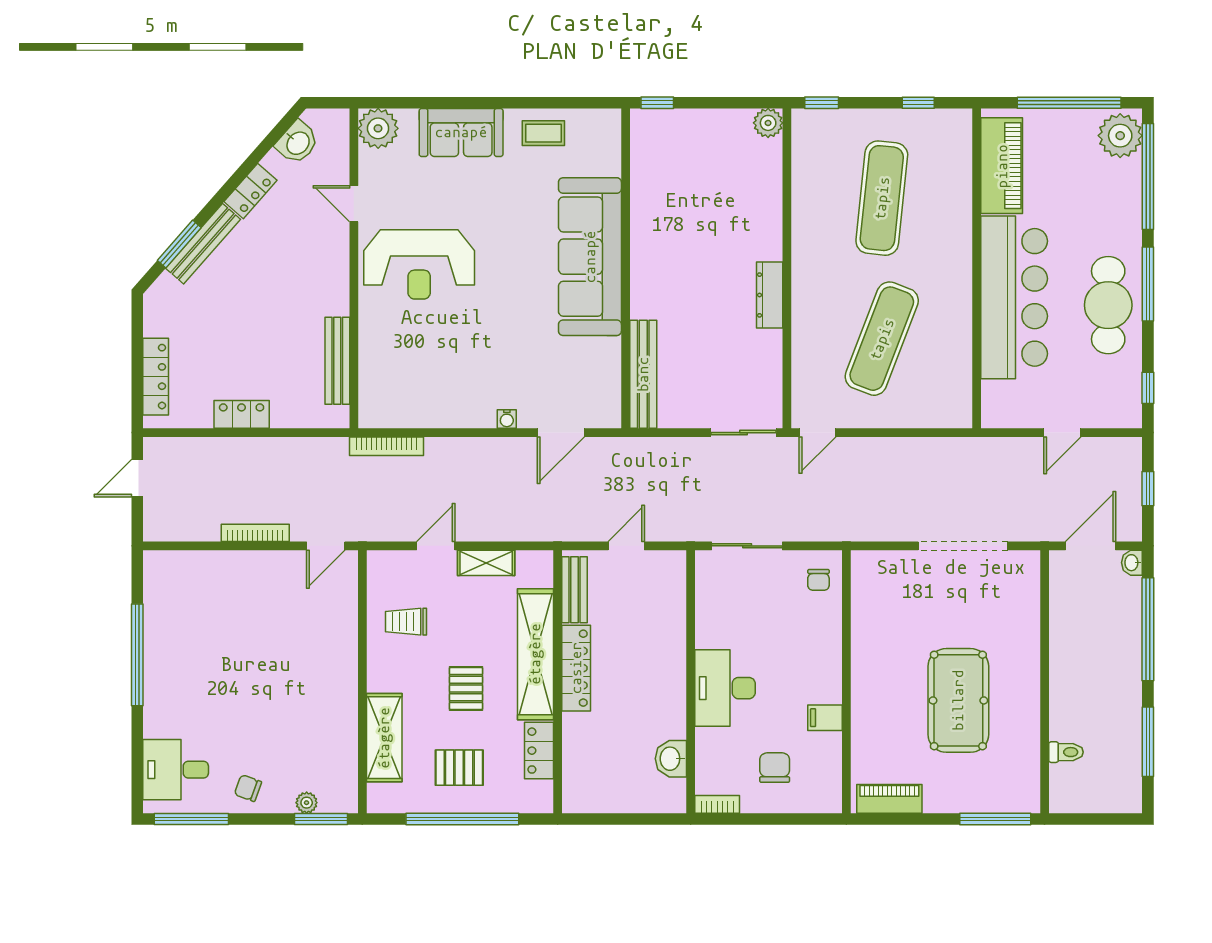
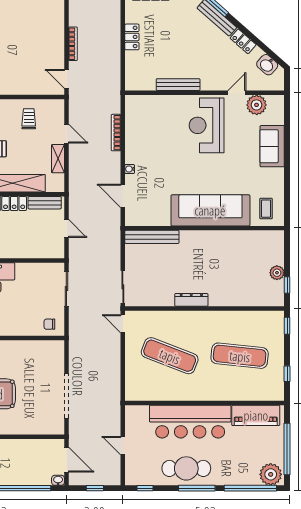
window: (657, 103) -> (287, 285), moved
plant: (768, 123) -> (277, 273), moved
plant: (378, 128) -> (257, 105), moved
coffee table: (543, 133) -> (266, 209), moved
bench: (337, 361) -> (178, 85), moved
bookcase: (387, 446) -> (116, 133), moved

